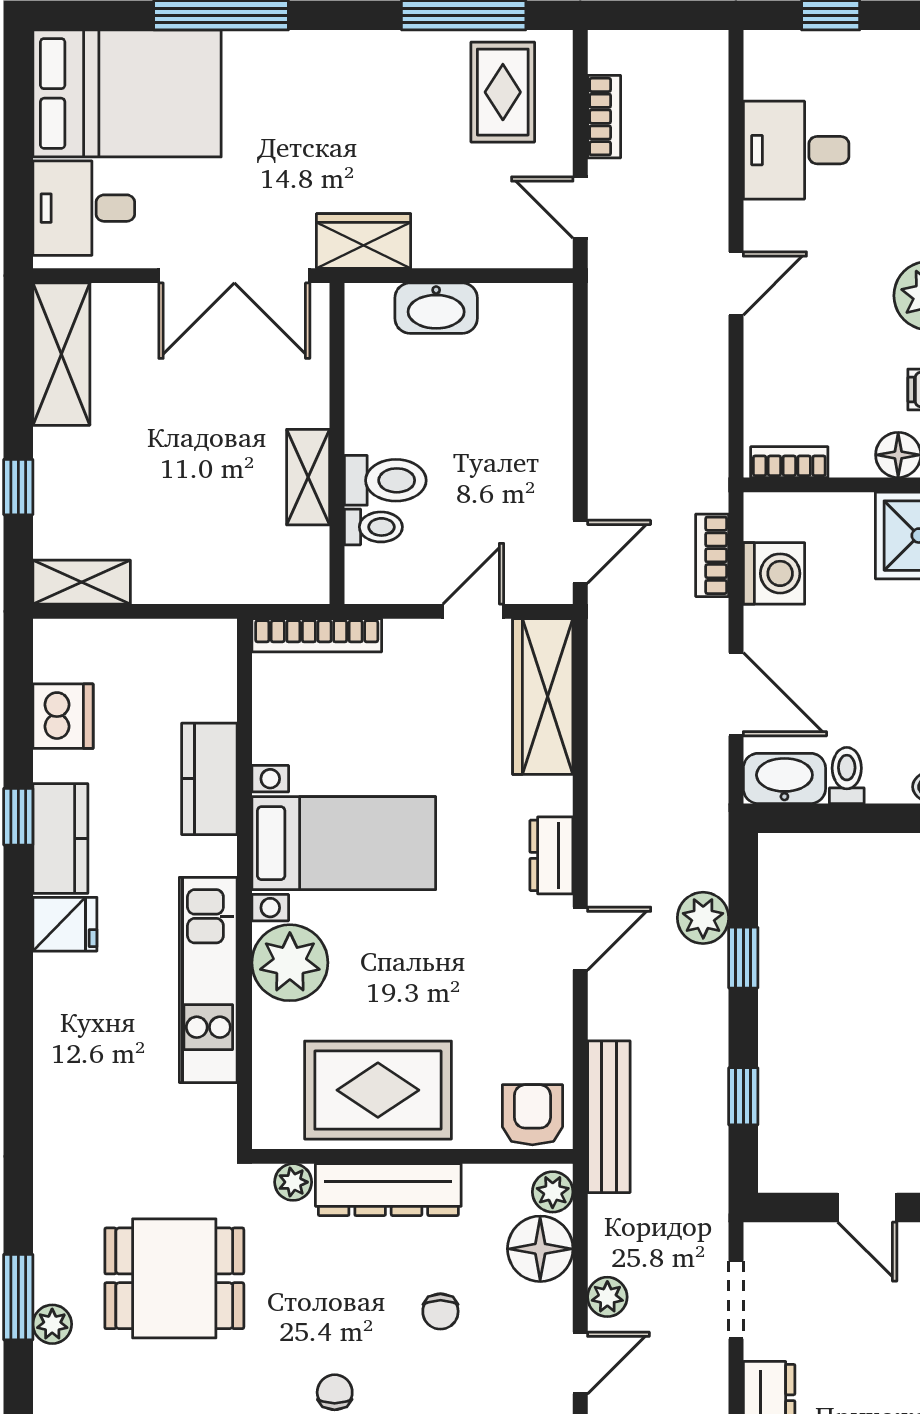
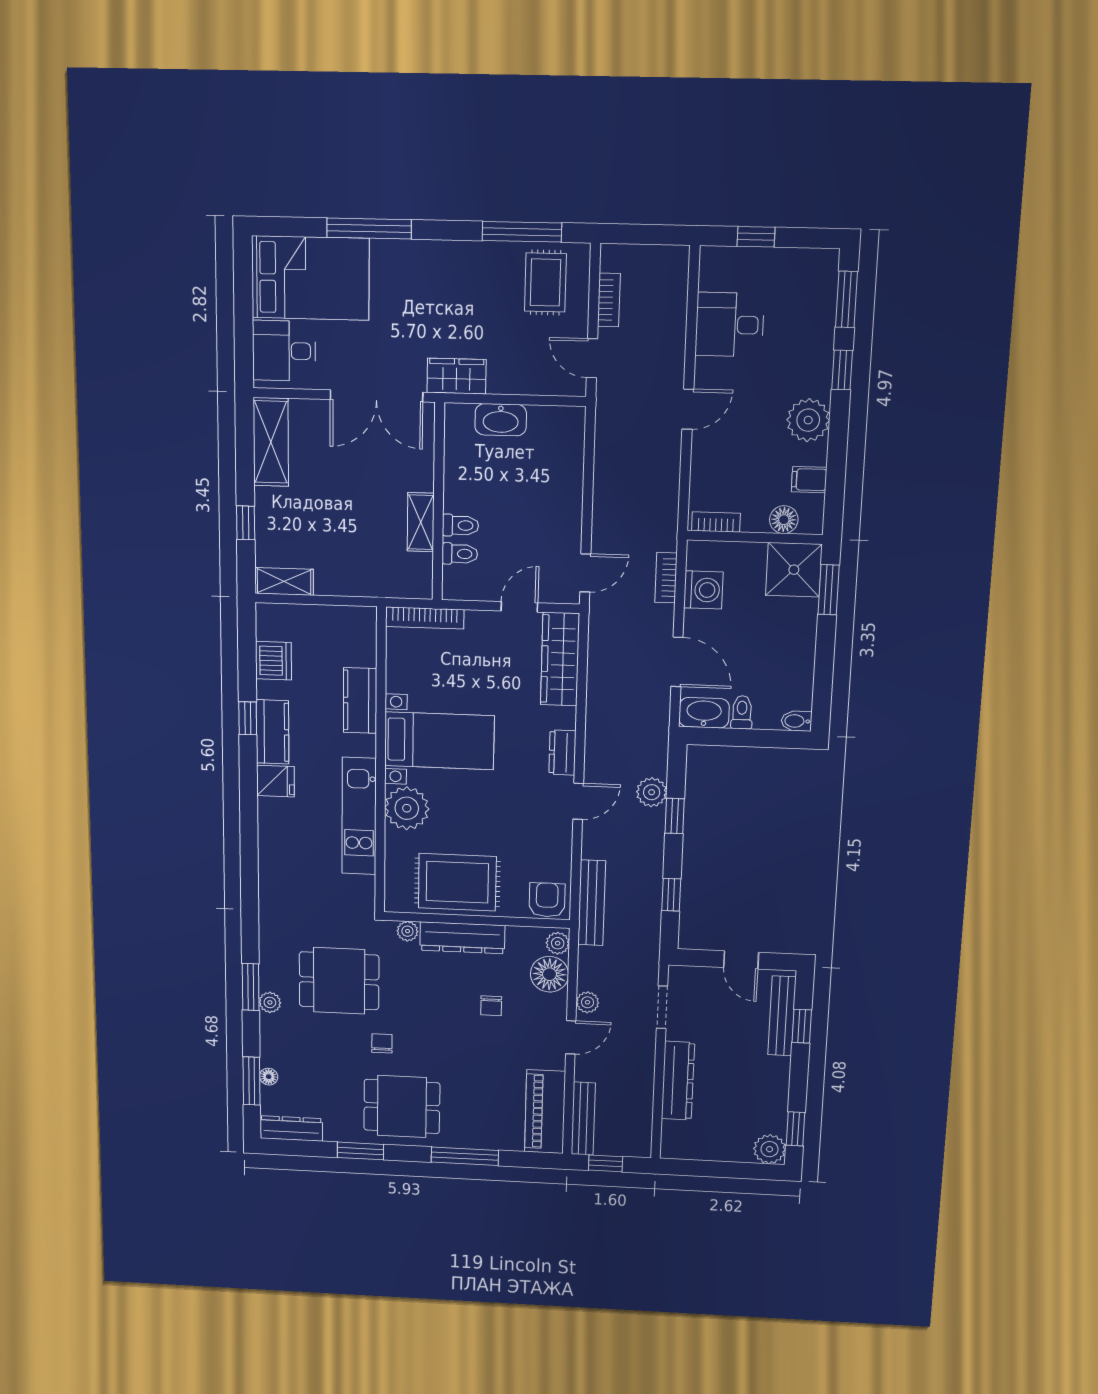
toilet: (385, 480) -> (461, 525), width x0.73, depth x0.72
chair: (335, 1392) -> (382, 1043), moved

